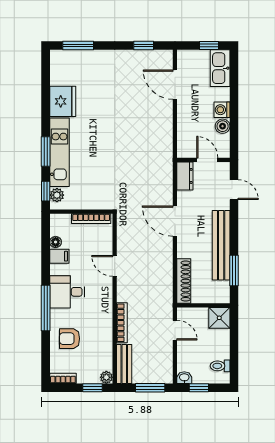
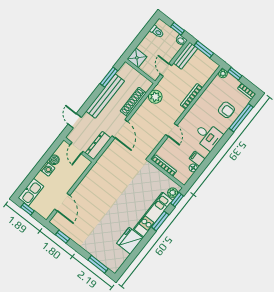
dresser: (185, 176) -> (98, 145), width x1.44
shoe rack: (184, 281) -> (133, 102), moved
plant: (163, 290) -> (155, 97), added
window: (46, 308) -> (241, 118), moved
bench: (124, 364) -> (185, 56), moved

